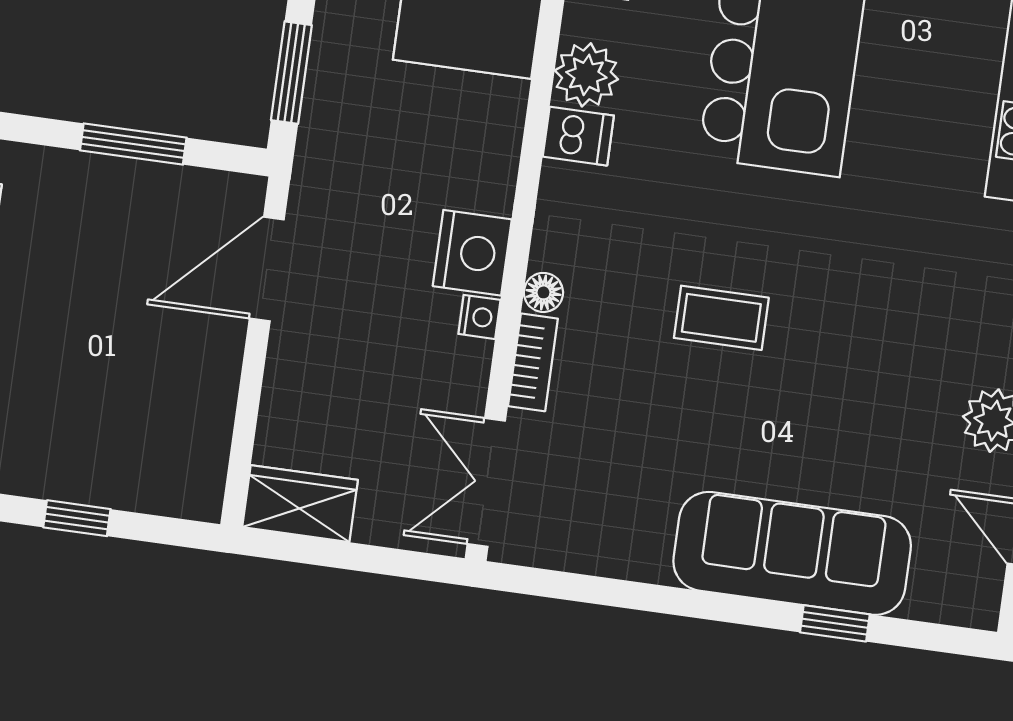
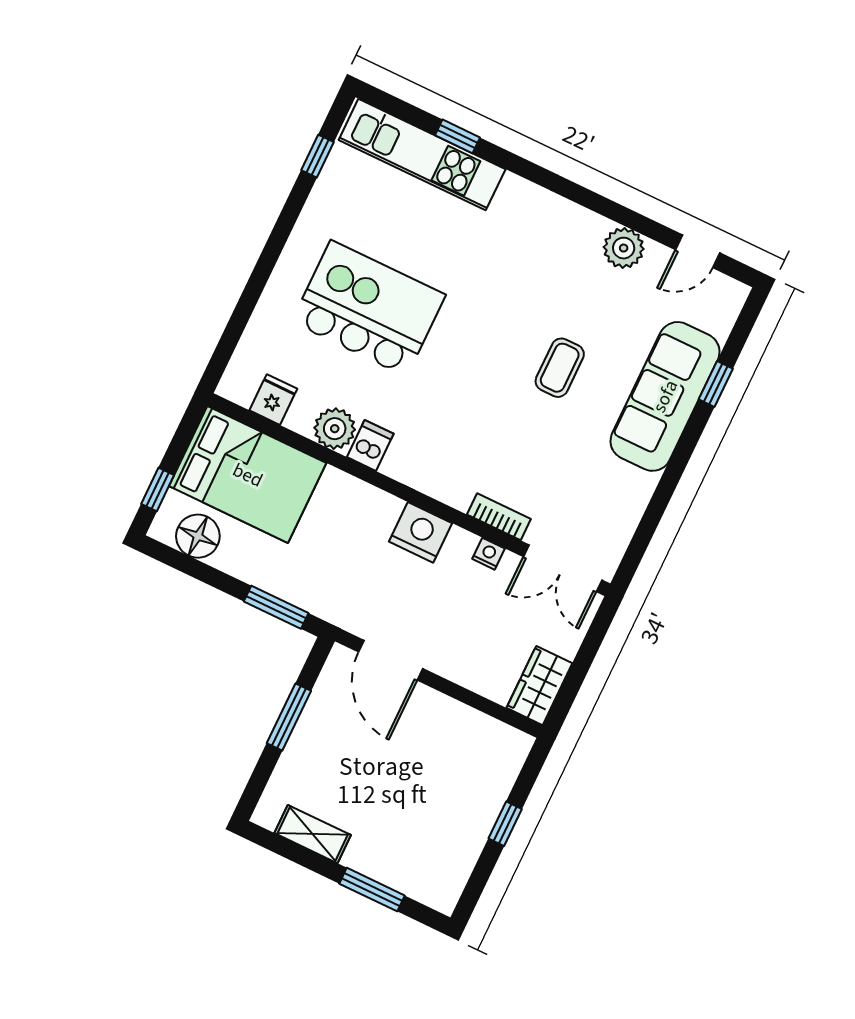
floor lamp: (543, 292) -> (458, 497), removed
nightstand: (479, 317) -> (488, 554), moved
coffee table: (721, 318) -> (560, 368), moved

